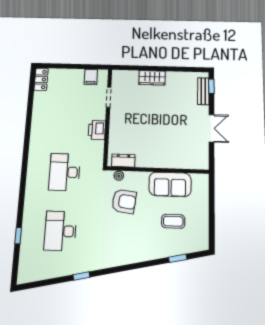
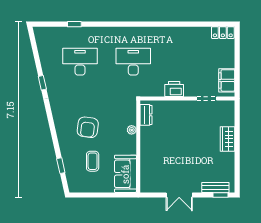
filing cabinet: (91, 77) -> (227, 80), width x2.00
plant: (119, 176) -> (132, 130), moved
sofa: (170, 184) -> (125, 174), moved
armchair: (124, 201) -> (88, 127), moved

